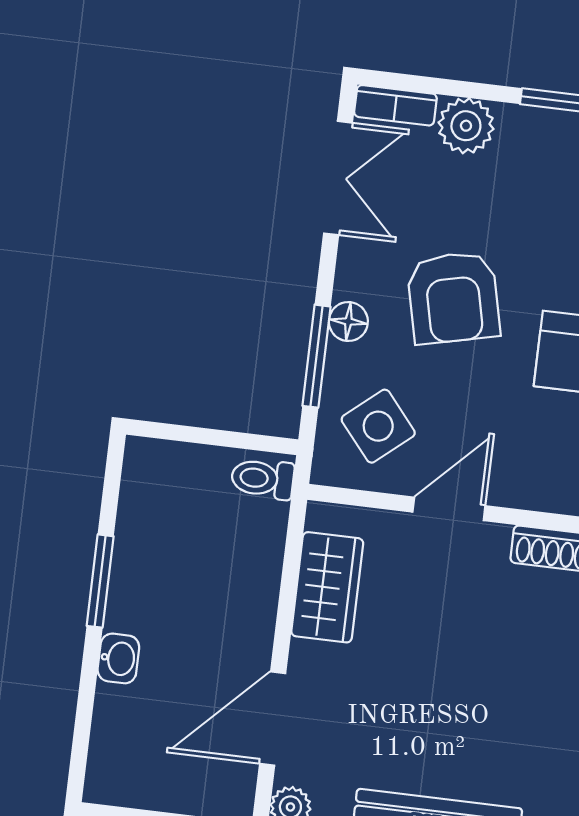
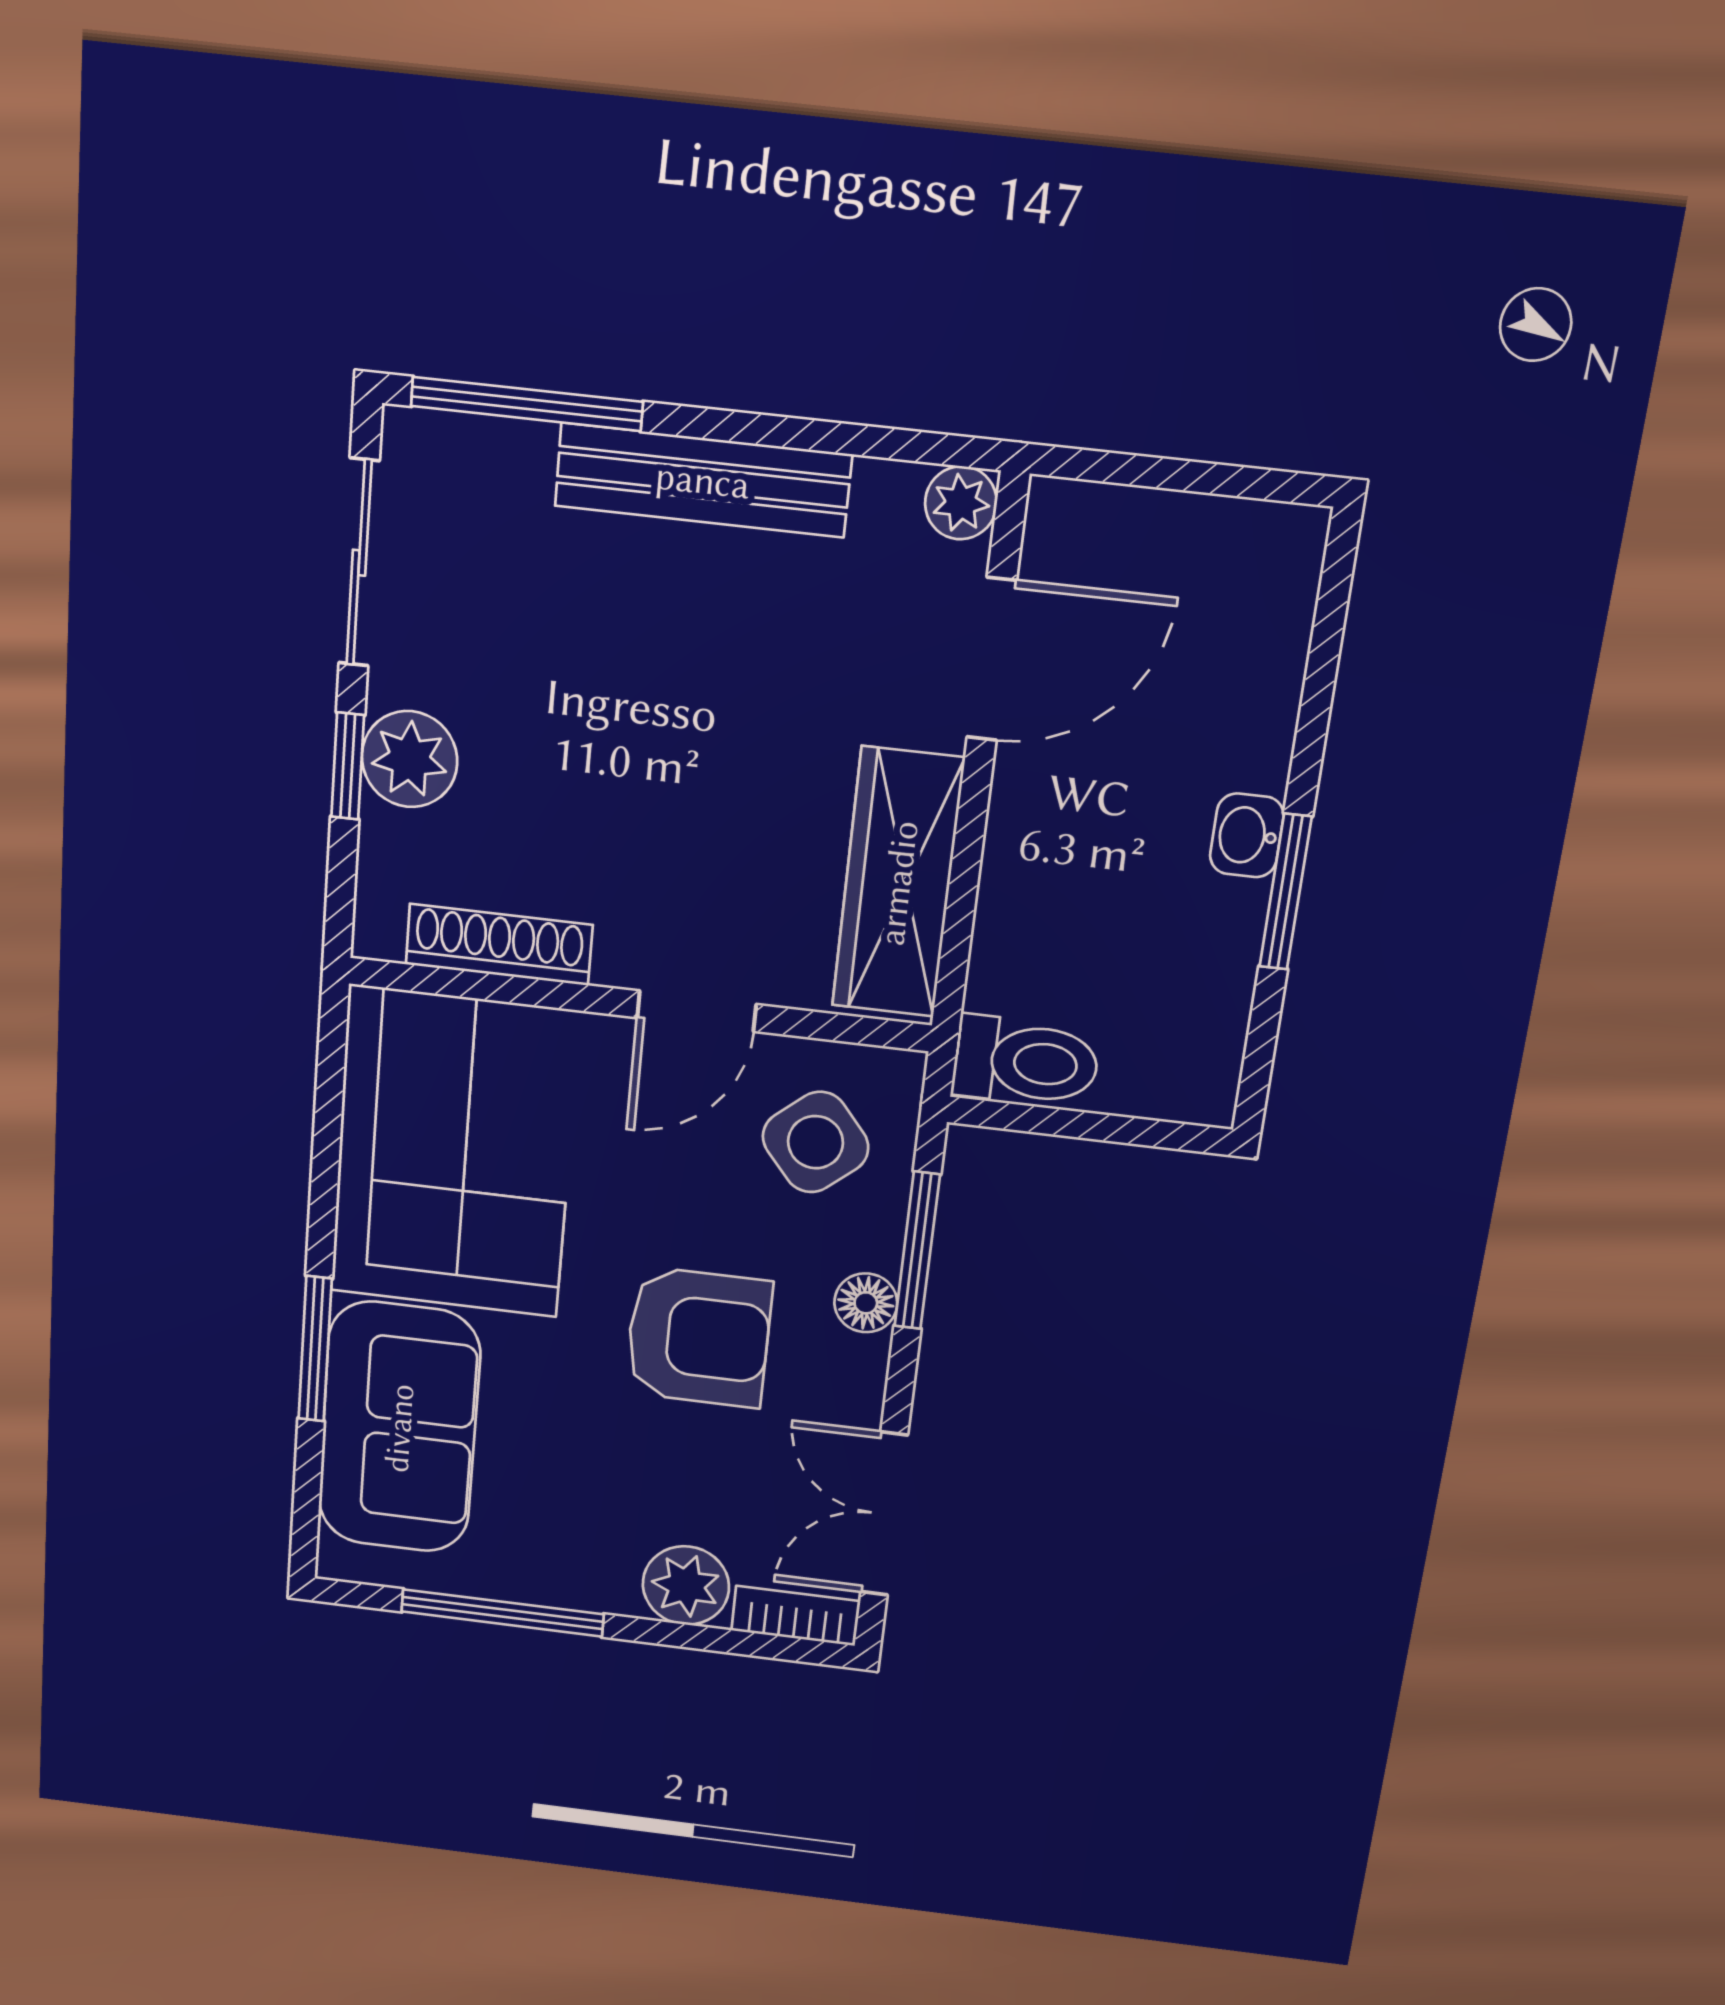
armchair: (453, 298) -> (698, 1337), turned 103
toilet: (263, 479) -> (1026, 1062), width x1.37, depth x1.39
wardrobe: (327, 587) -> (898, 883), width x1.50
washbasin: (118, 658) -> (1247, 835), moved

